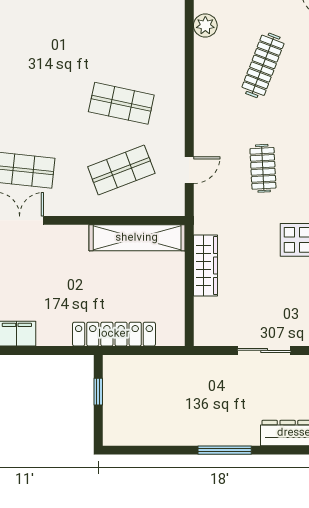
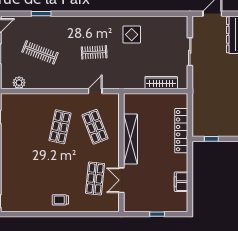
door: (189, 170) -> (95, 91), hinge flipped
shelving: (137, 238) -> (131, 139), moved
wardrobe: (205, 265) -> (161, 83), moved

